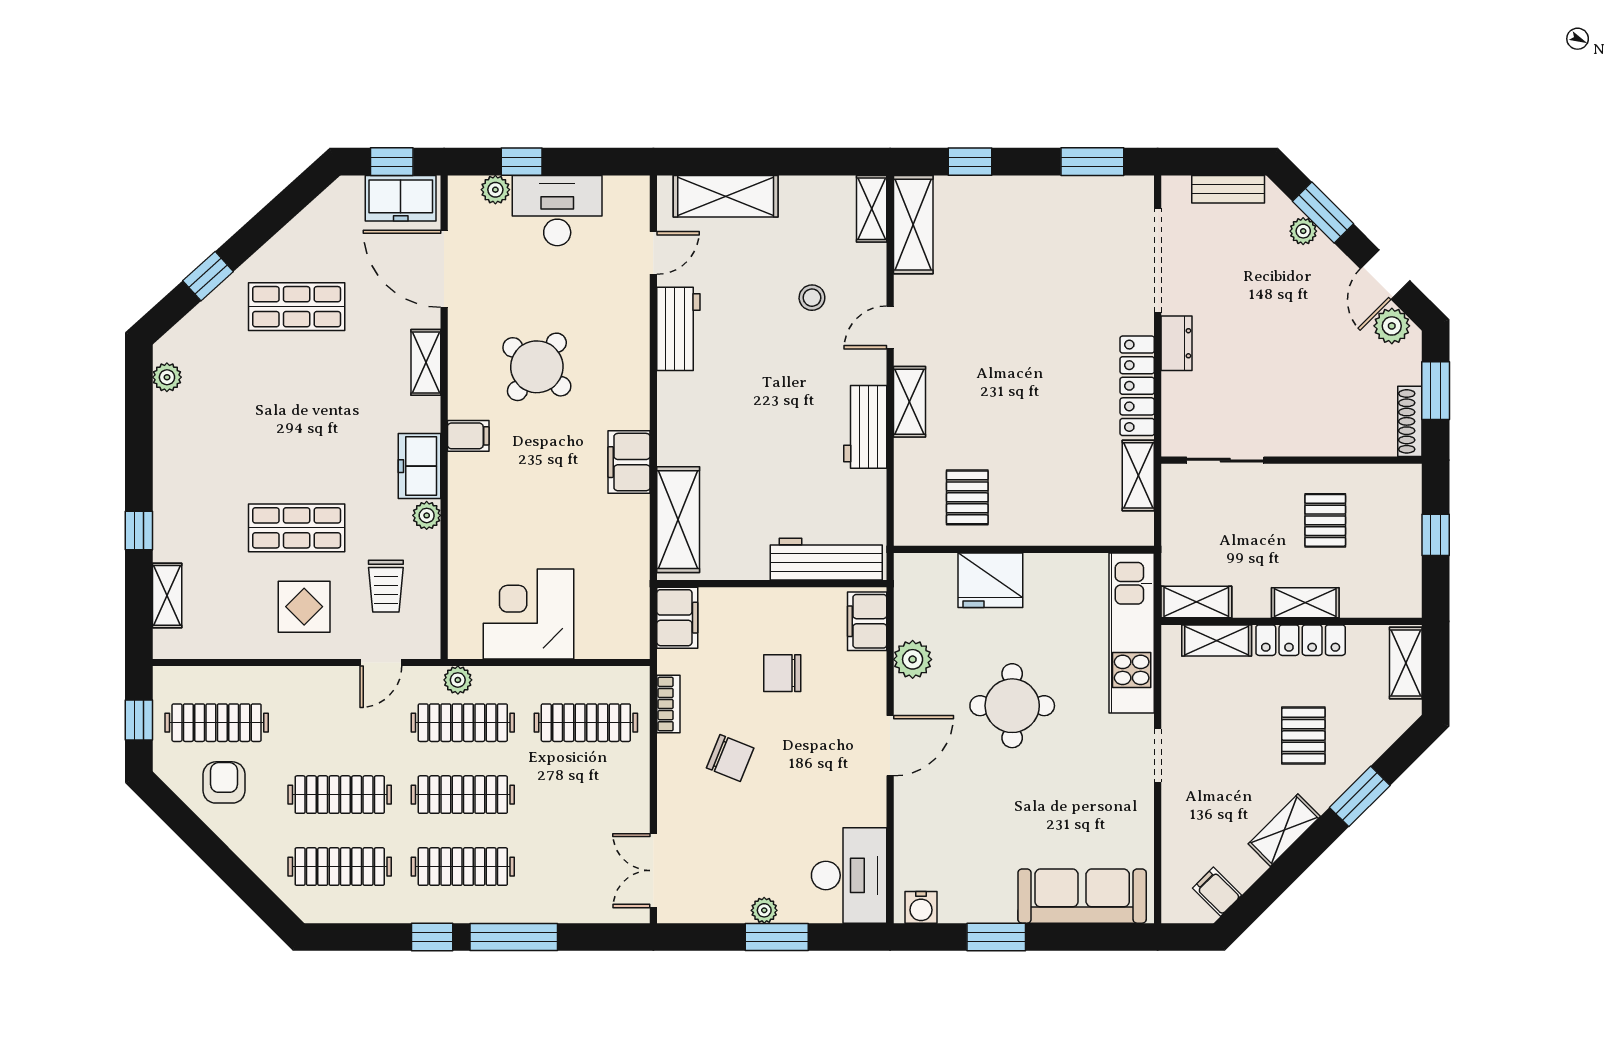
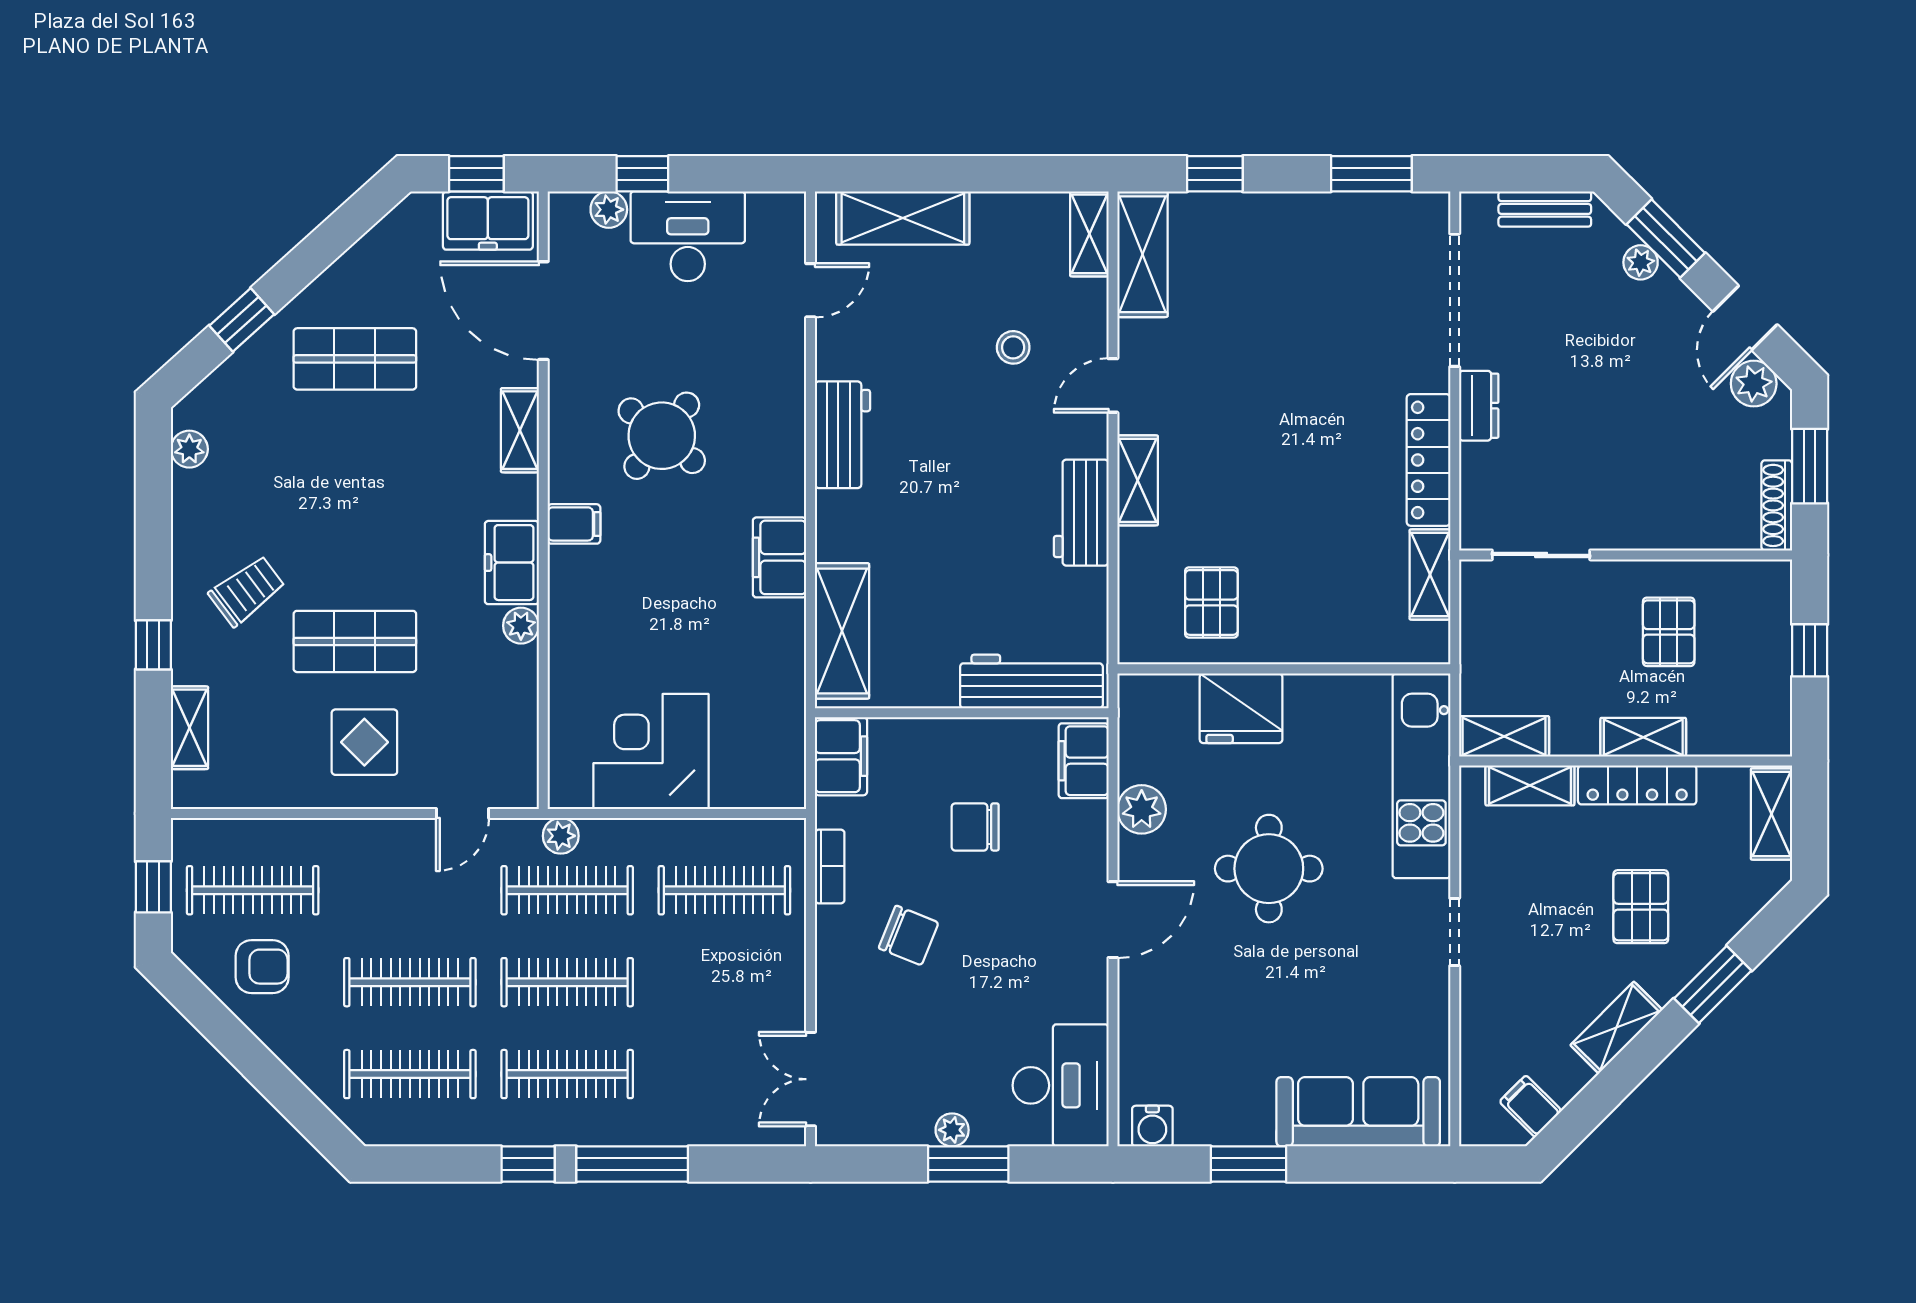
workbench: (678, 329) -> (843, 435), moved
trolley: (386, 586) -> (247, 591), moved, turned -127
armchair: (224, 782) -> (262, 967), turned 90

